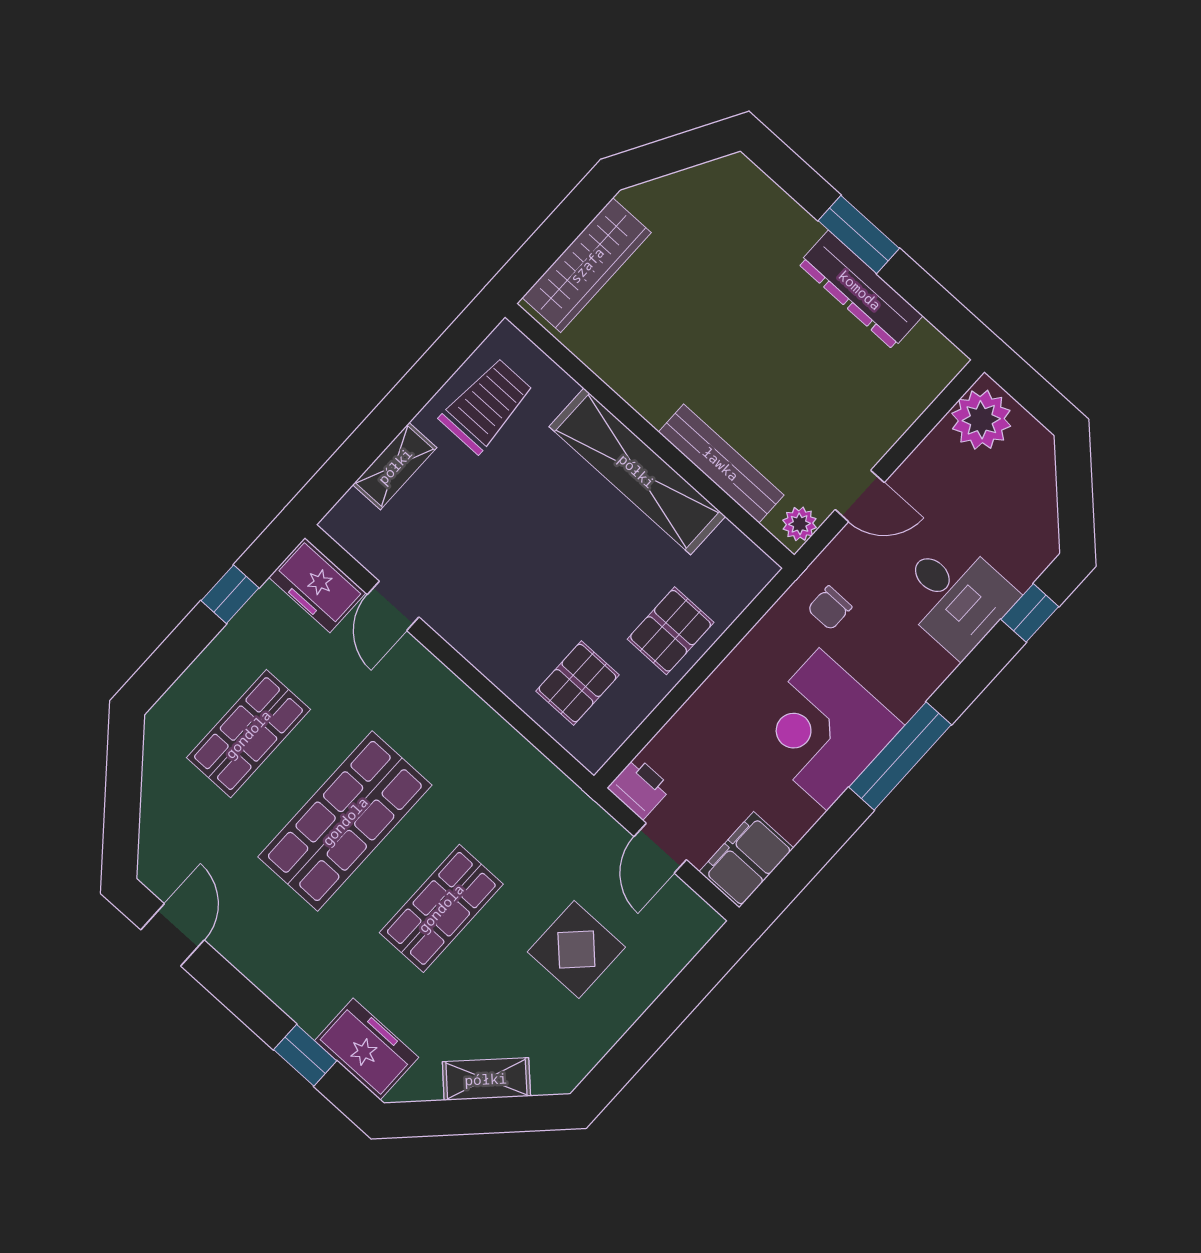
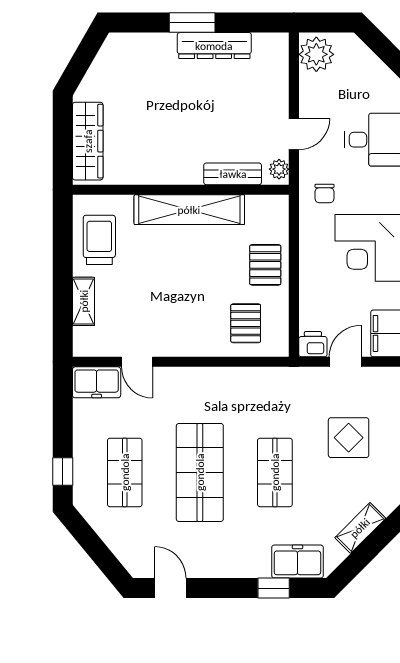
bench: (721, 464) -> (233, 174), width x0.73
window: (230, 594) -> (63, 471), moved
door: (660, 848) -> (345, 362), swing flipped

